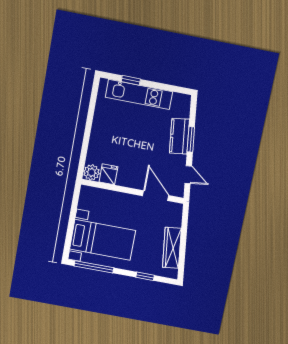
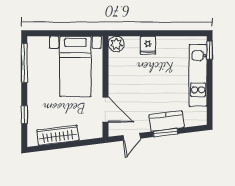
window: (131, 80) -> (210, 50), moved
fridge: (108, 174) -> (148, 45), moved, turned 90
door: (156, 196) -> (106, 110), hinge flipped
bed with nightstands: (103, 240) -> (75, 67), moved

